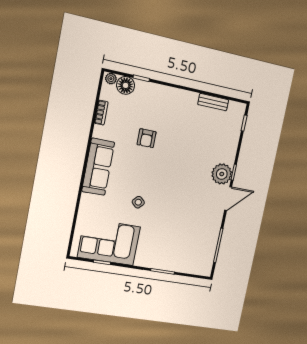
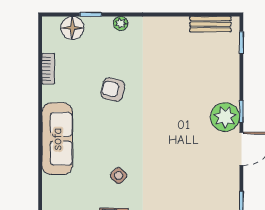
plant: (111, 79) -> (121, 23), moved
bench: (213, 102) -> (210, 24), moved
armchair: (147, 138) -> (113, 89), turned 104

